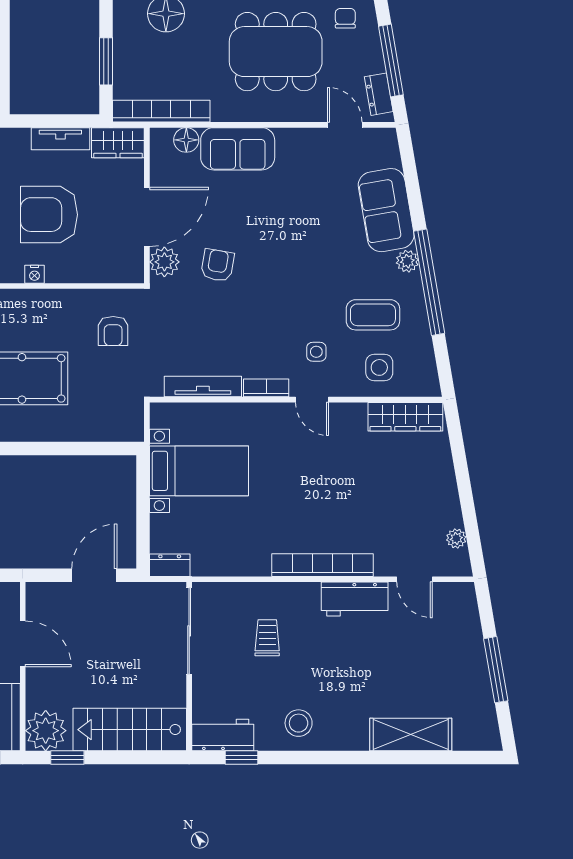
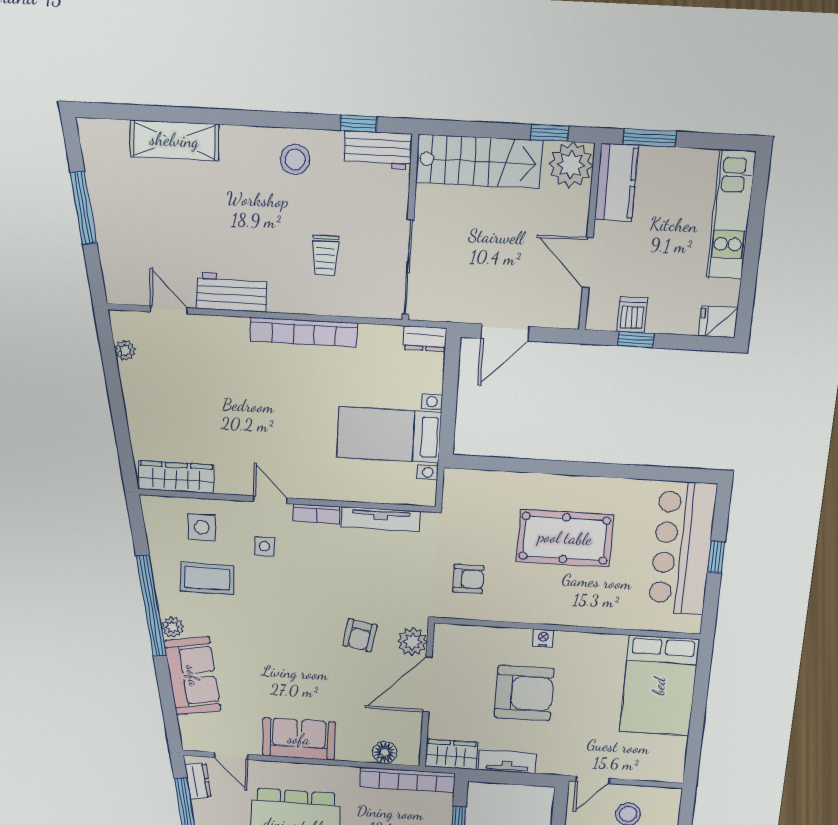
sofa: (238, 149) -> (299, 739), moved
armchair: (113, 331) -> (468, 579), turned 90
bookcase: (322, 565) -> (304, 332), moved

